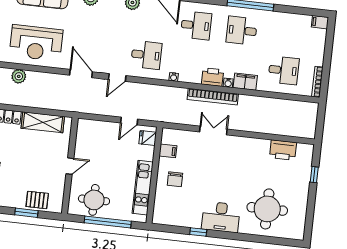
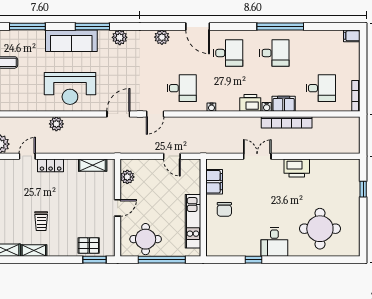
desk: (242, 31) -> (274, 53), turned 180
door: (81, 73) -> (118, 114), hinge flipped
bookcase: (213, 97) -> (287, 122), moved
door: (129, 121) -> (172, 156), hinge flipped
shelving: (43, 122) -> (93, 165), width x0.67, depth x0.75
plant: (83, 136) -> (127, 177), added
fridge: (148, 138) -> (192, 171), removed
printer: (283, 150) -> (297, 168), moved
filing cabinet: (168, 151) -> (214, 182), width x2.00
window: (26, 213) -> (95, 260), moved
desk: (221, 217) -> (274, 242), width x0.73

